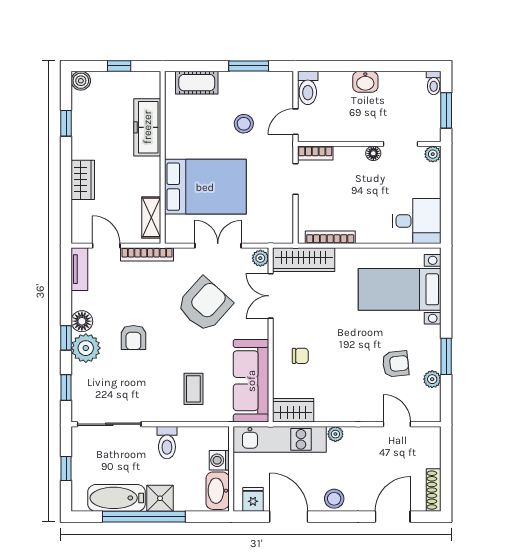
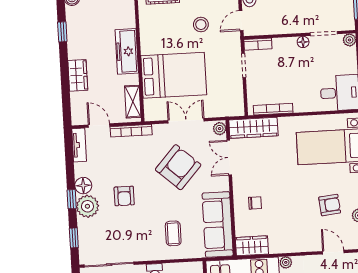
freezer: (147, 127) -> (127, 51), moved

